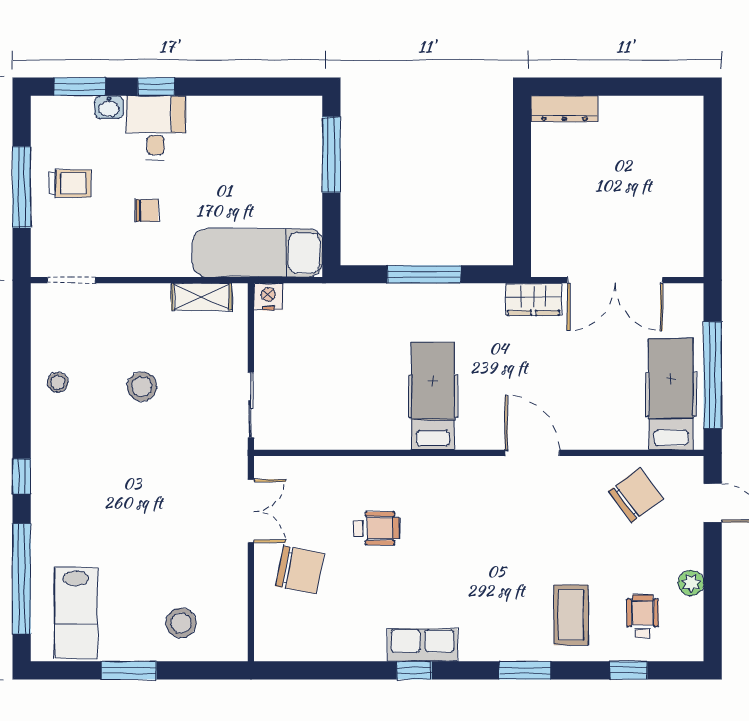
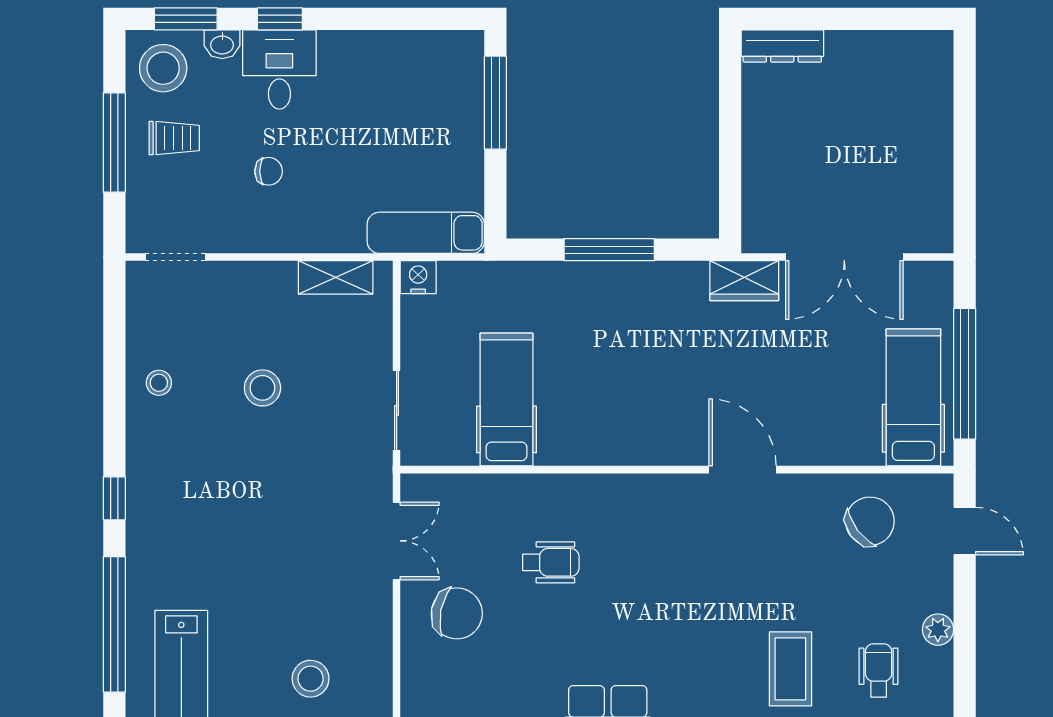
stool: (61, 127) -> (163, 68), added
exam couch: (257, 253) -> (426, 233), width x0.73, depth x0.69
hospital bed: (433, 396) -> (506, 400), moved

